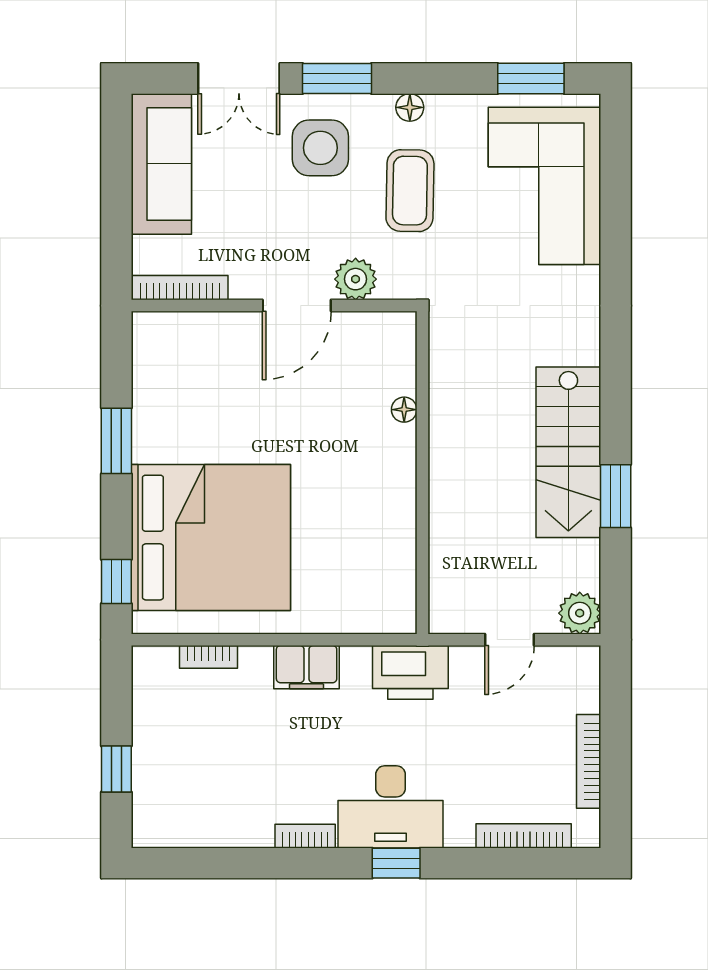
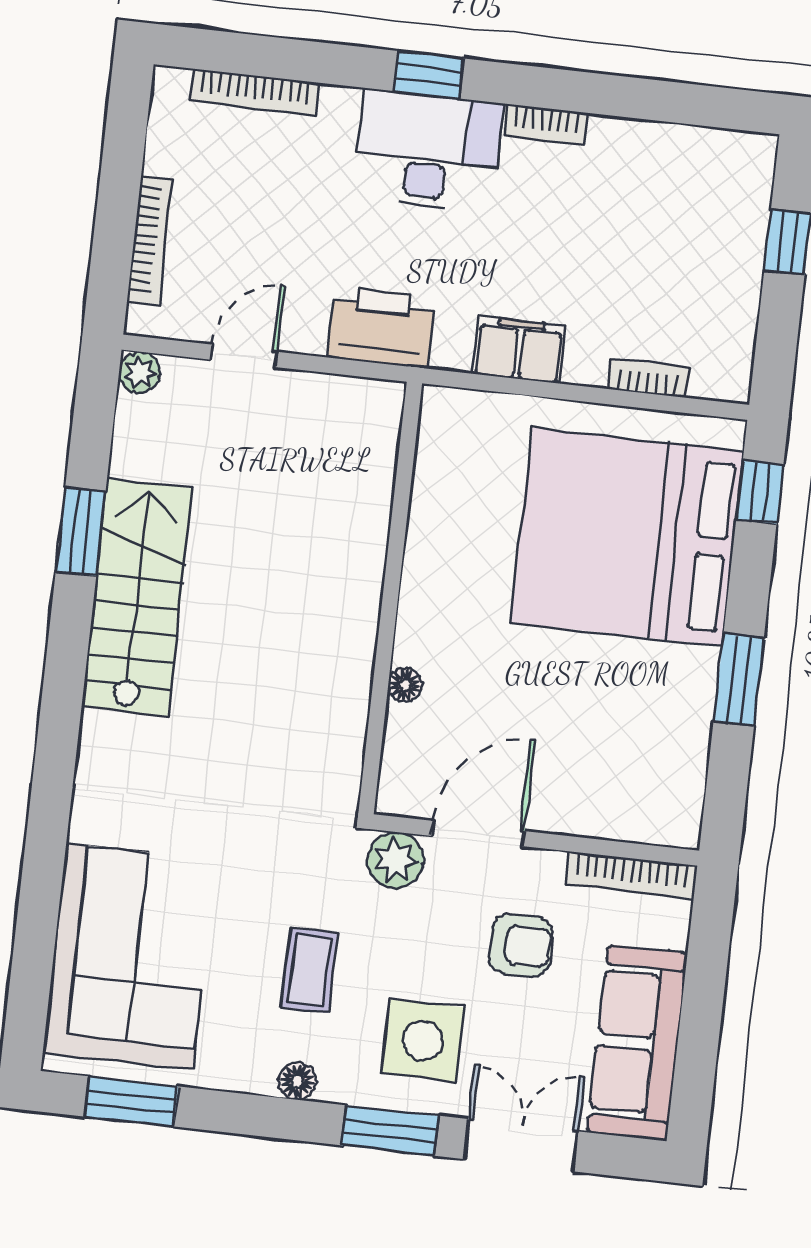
coffee table: (410, 191) -> (310, 970), width x0.73, depth x0.77
armchair: (256, 226) -> (521, 946), added
floor lamp: (404, 410) -> (405, 685), moved
wall: (422, 473) -> (390, 598), moved
plant: (580, 613) -> (139, 372), width x0.73, depth x0.73
bookcase: (589, 761) -> (150, 240), moved

